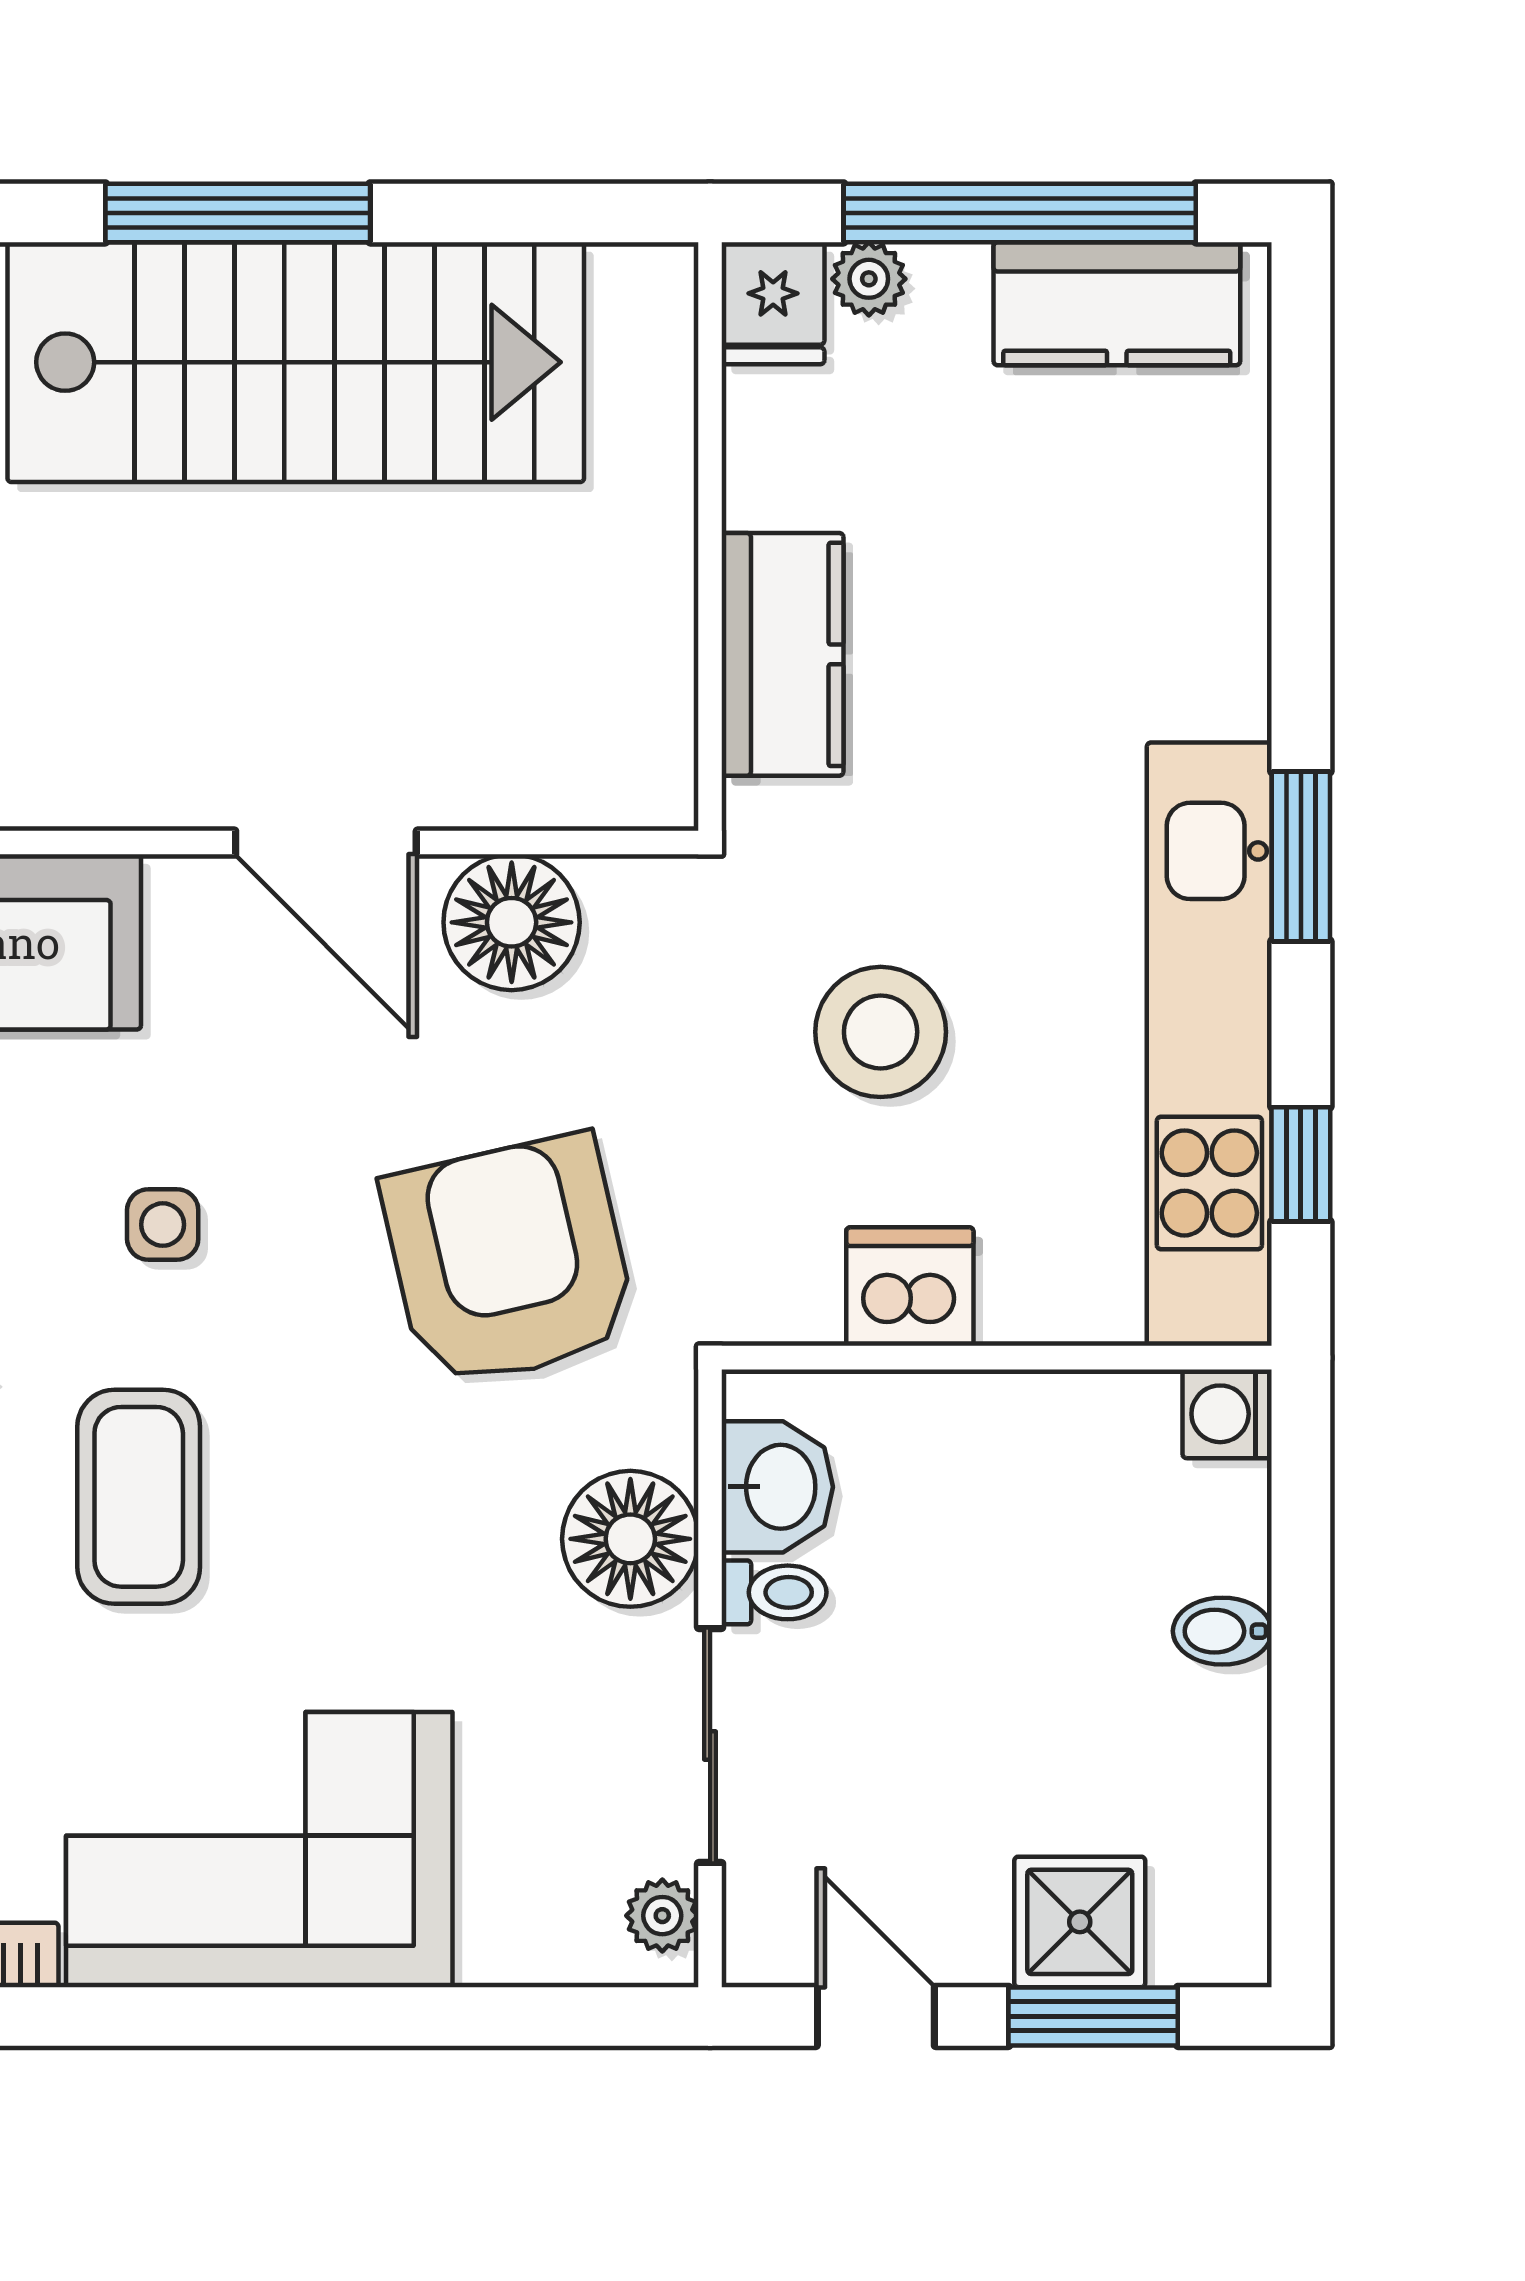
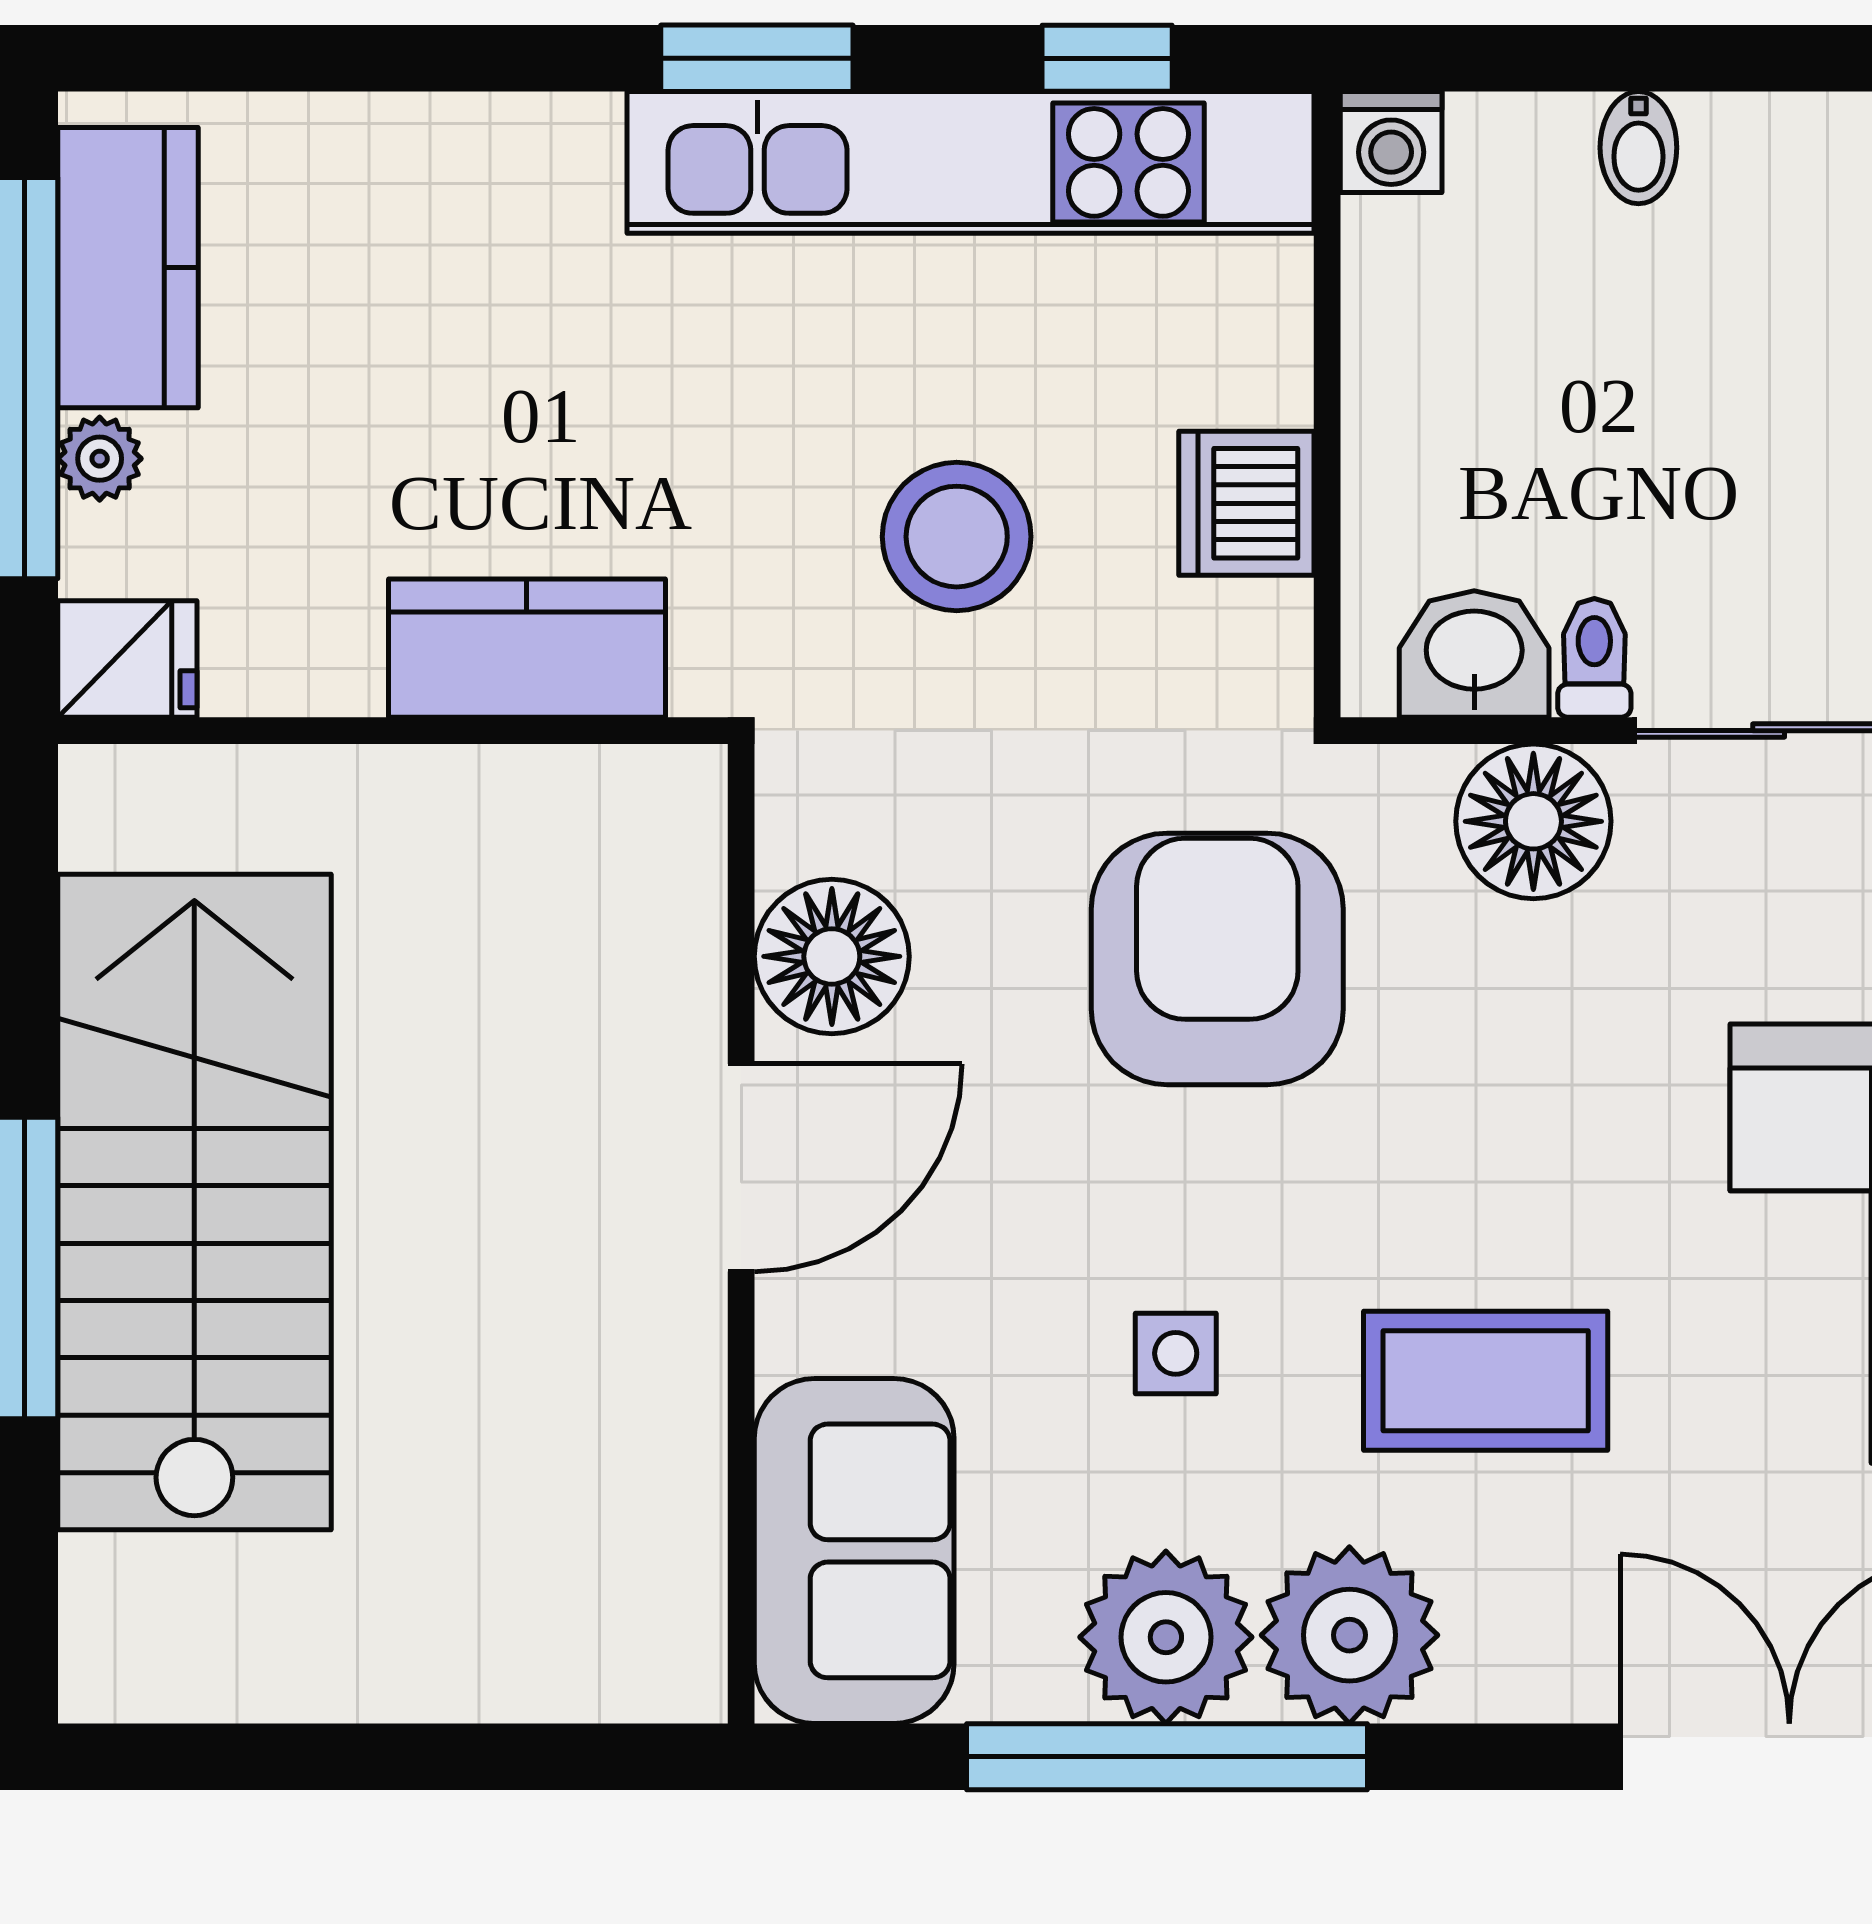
plant: (869, 279) -> (100, 459), moved
armchair: (509, 1261) -> (1217, 959), turned 103

